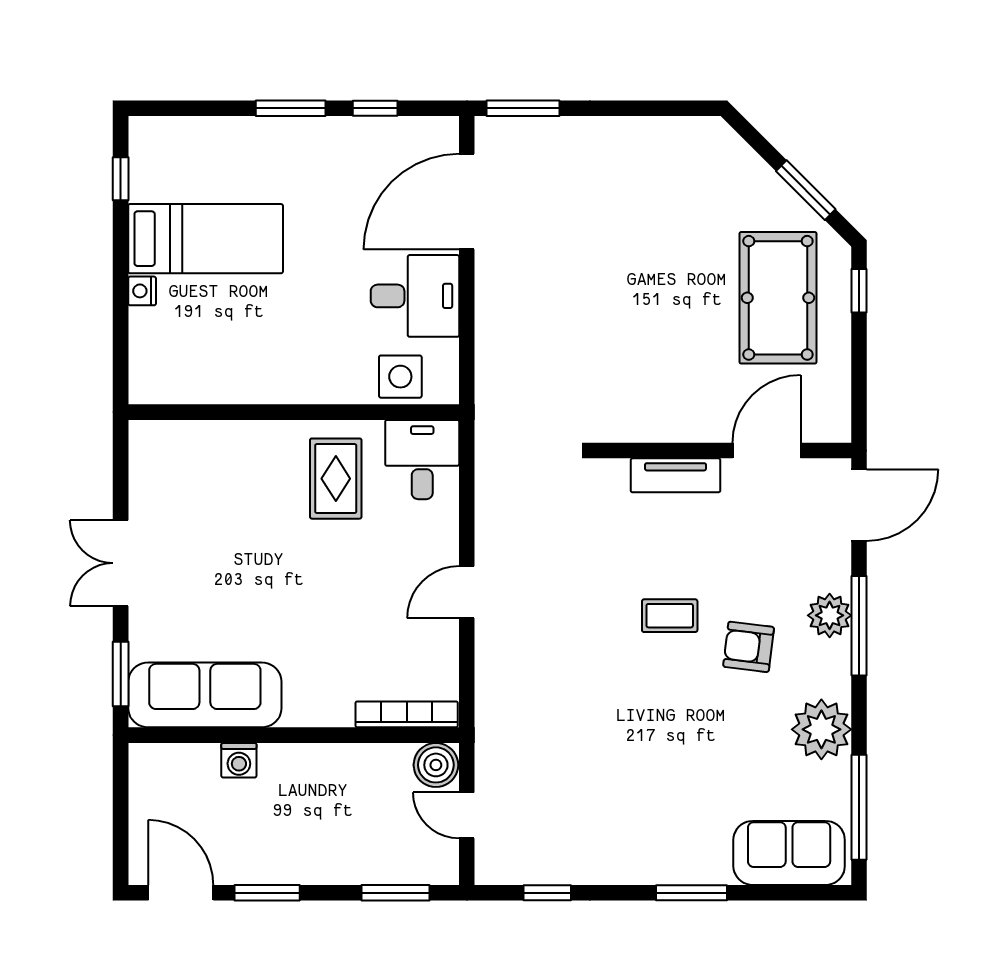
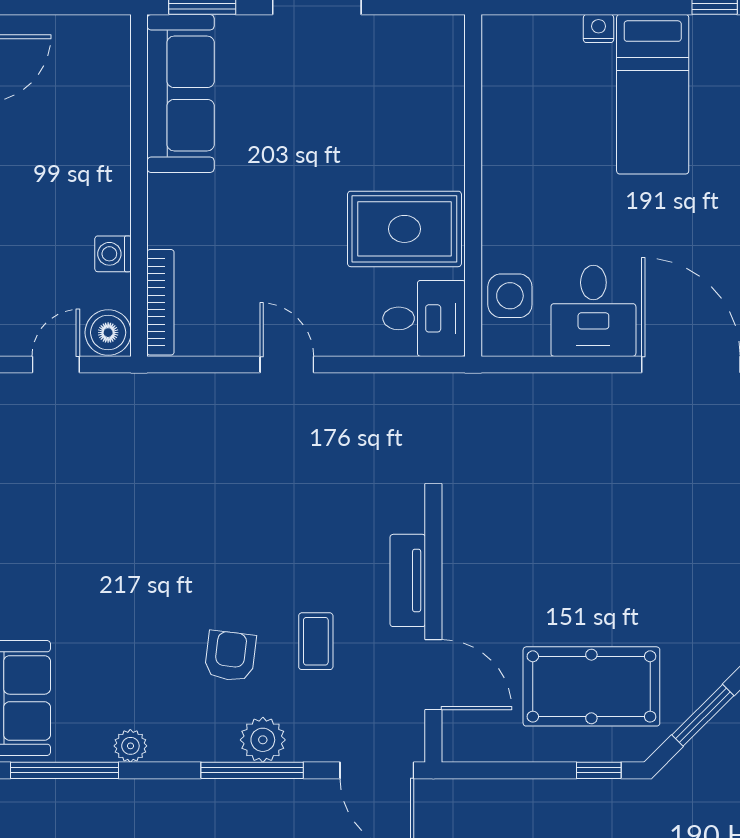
rug: (336, 479) -> (404, 229), width x1.36, depth x1.43
coffee table: (670, 616) -> (316, 641), moved
plant: (821, 729) -> (130, 746), width x0.53, depth x0.53
washing machine: (239, 760) -> (113, 254), moved

